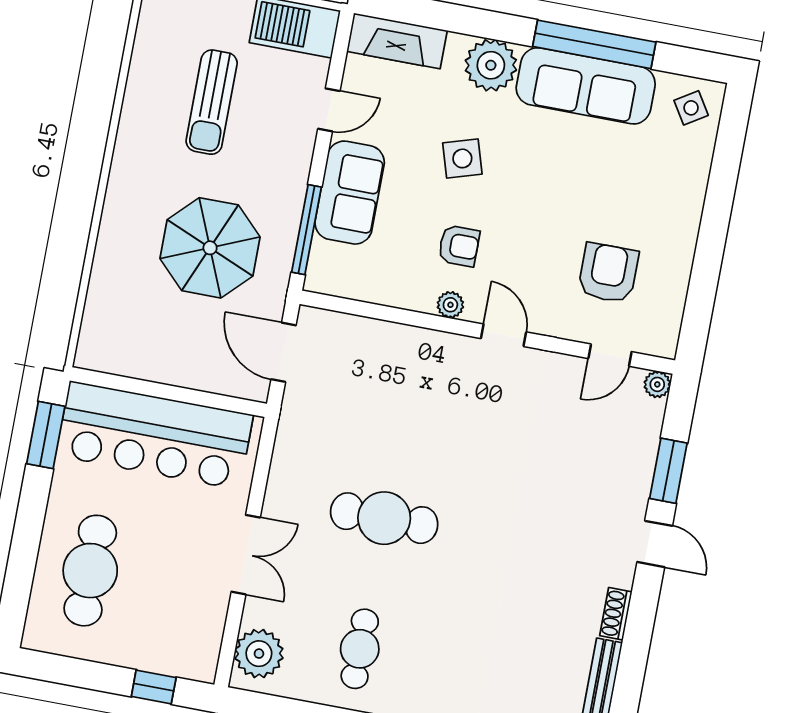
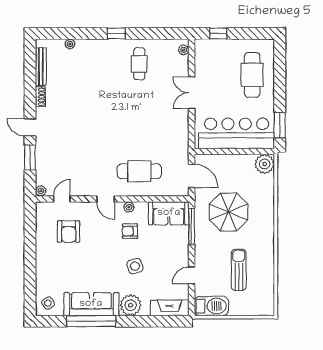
sofa: (350, 193) -> (169, 213), moved, turned -90
plant: (100, 348) -> (265, 164), added
cafe table: (384, 518) -> (139, 171), moved
plant: (259, 654) -> (184, 50), width x0.53, depth x0.53

